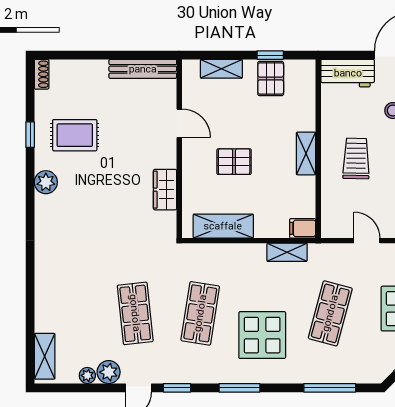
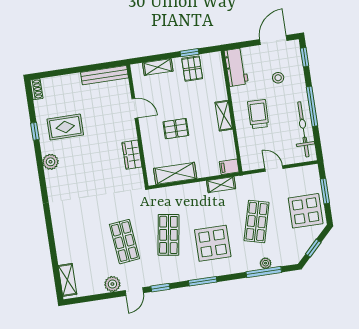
workbench: (348, 73) -> (236, 67), moved, turned -90
plant: (87, 375) -> (266, 263), moved

